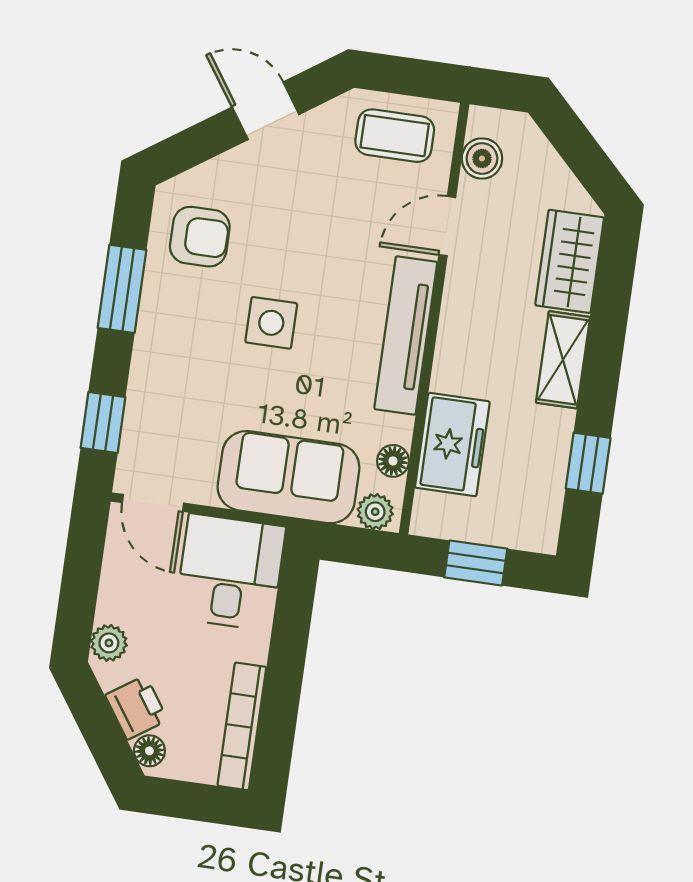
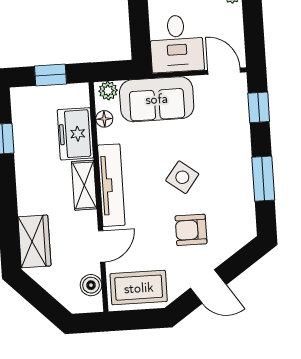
coffee table: (395, 136) -> (139, 288), width x1.36, depth x1.30
armchair: (200, 237) -> (191, 230), moved
side table: (271, 323) -> (182, 177), turned 37
shelving: (563, 360) -> (84, 185), moved

